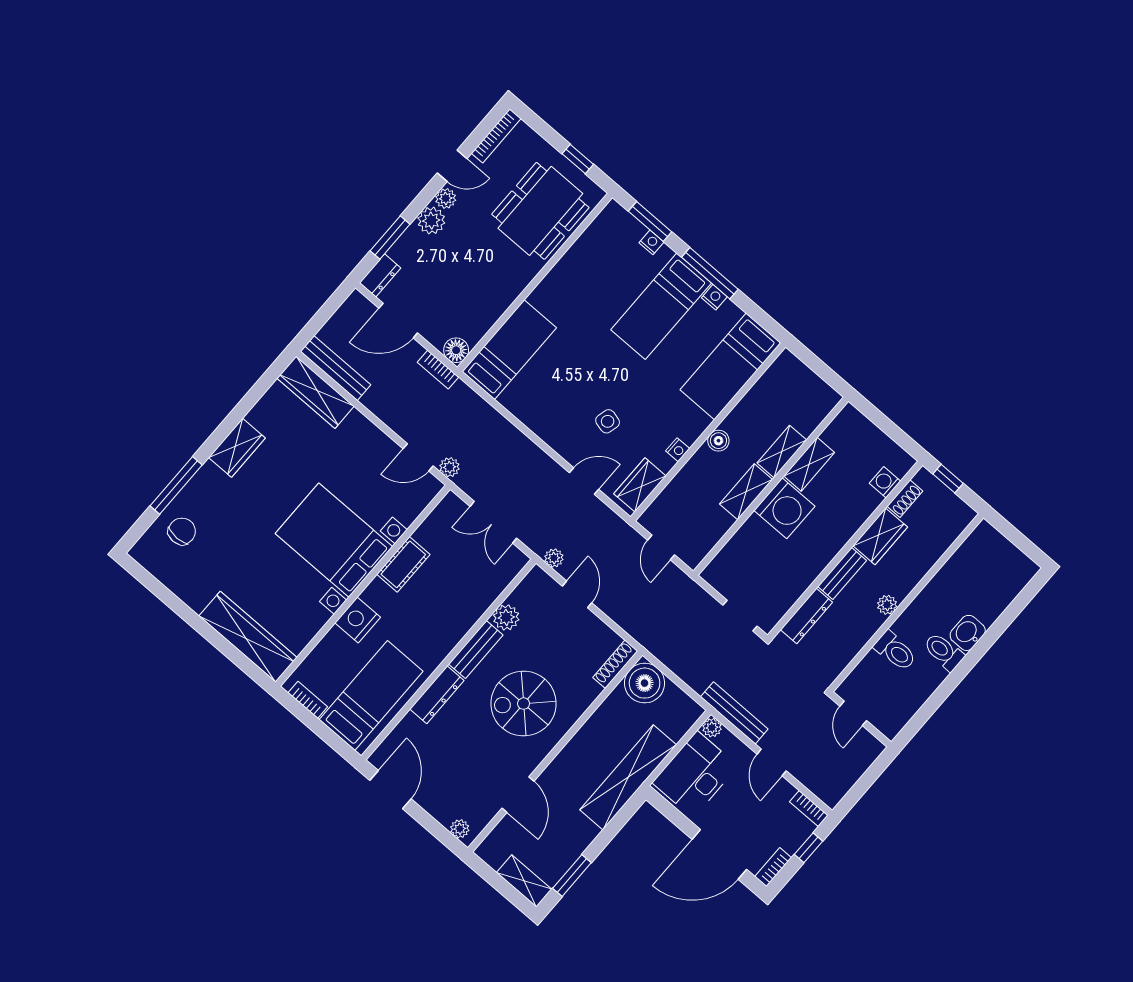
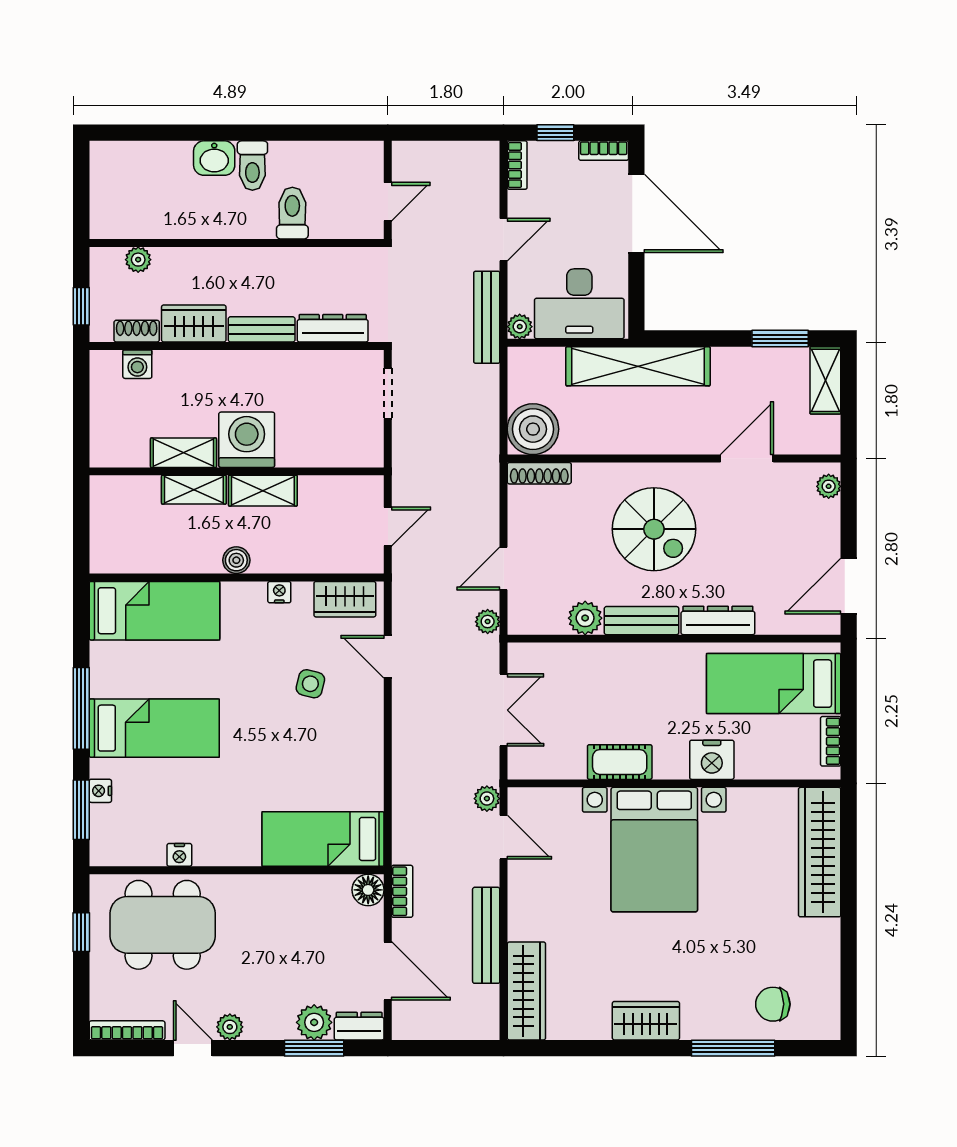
plant: (431, 221) -> (314, 1022), moved
nightstand: (714, 297) -> (179, 855), moved, turned -90
bench: (335, 368) -> (486, 935), moved
plant: (887, 605) -> (138, 260), moved

